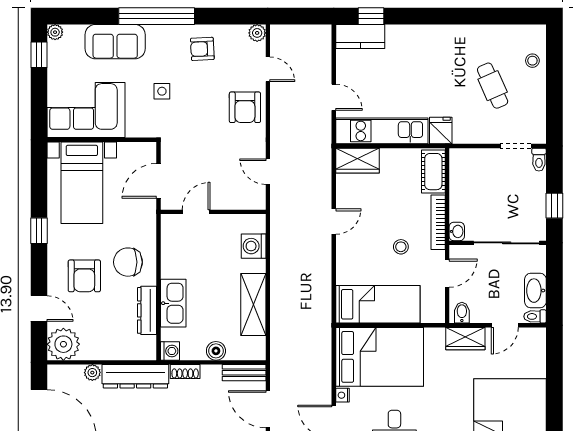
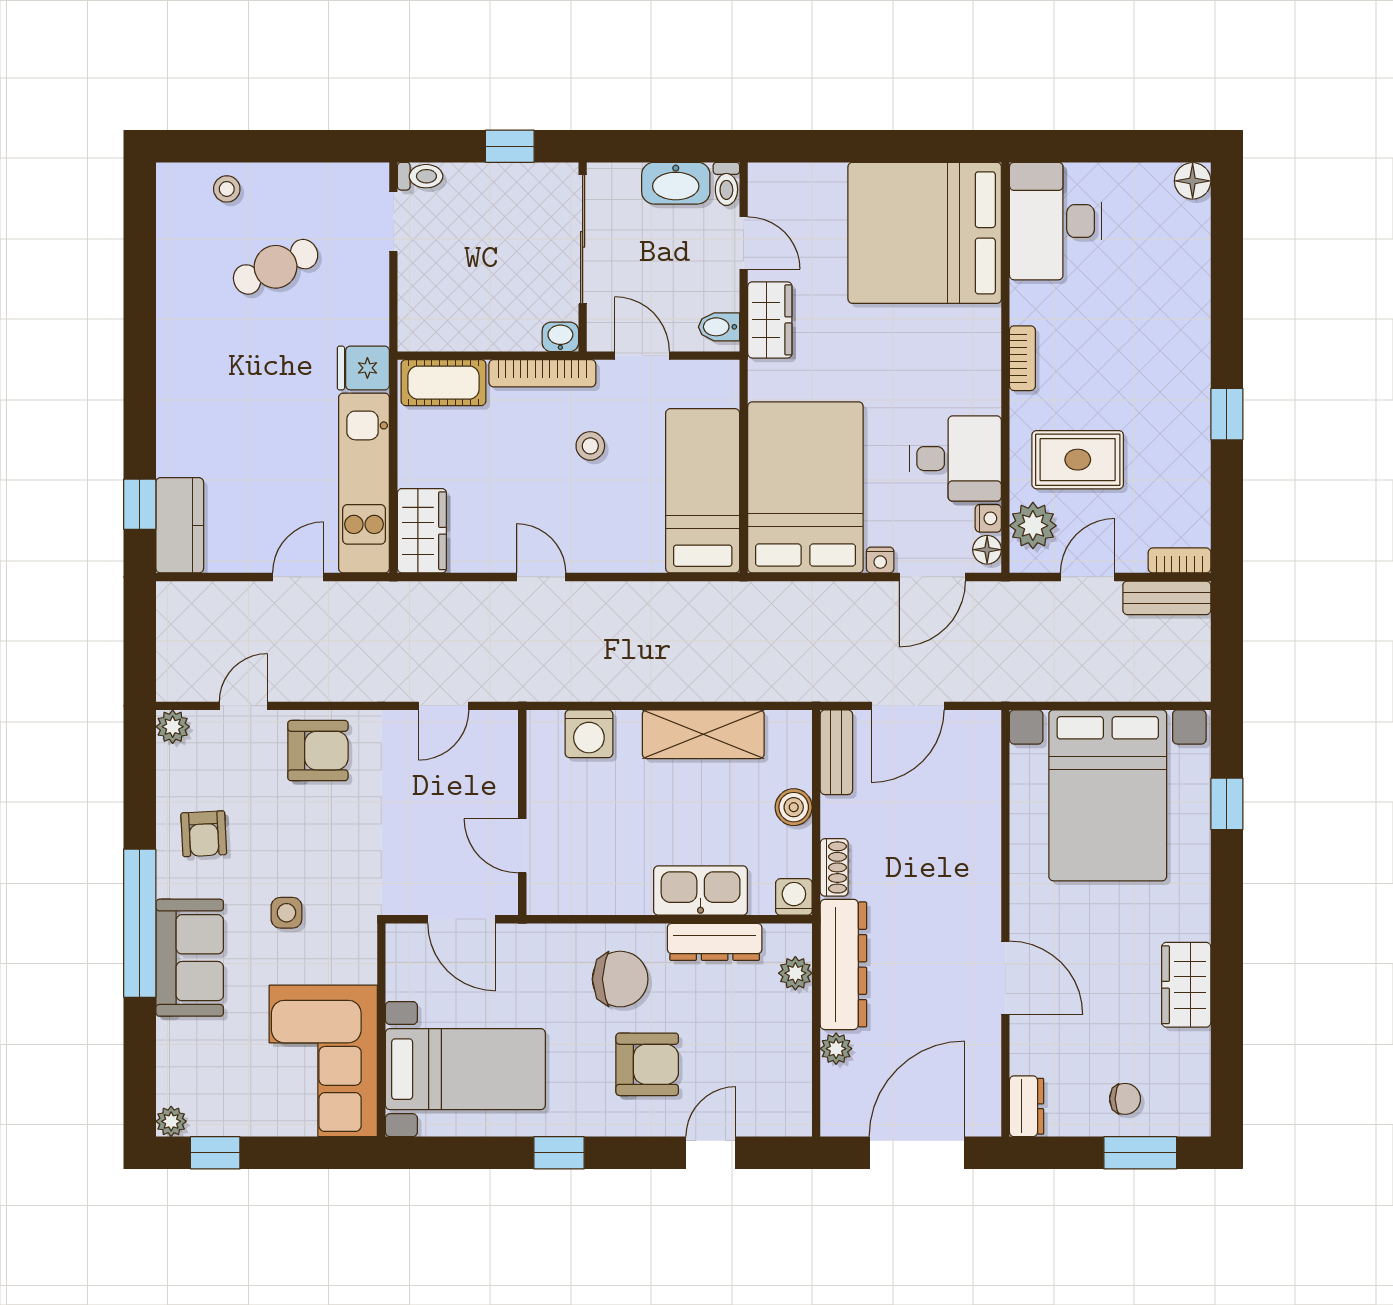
sofa: (115, 42) -> (190, 958), moved
chair: (128, 262) -> (620, 979), turned -90
plant: (63, 344) -> (795, 973), moved, width x0.53, depth x0.53

